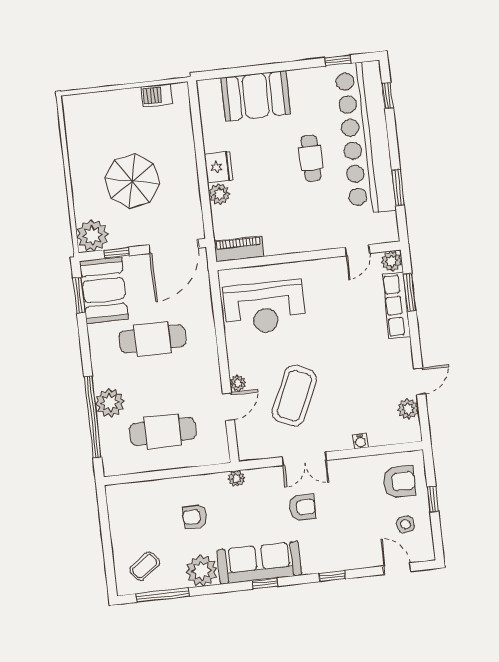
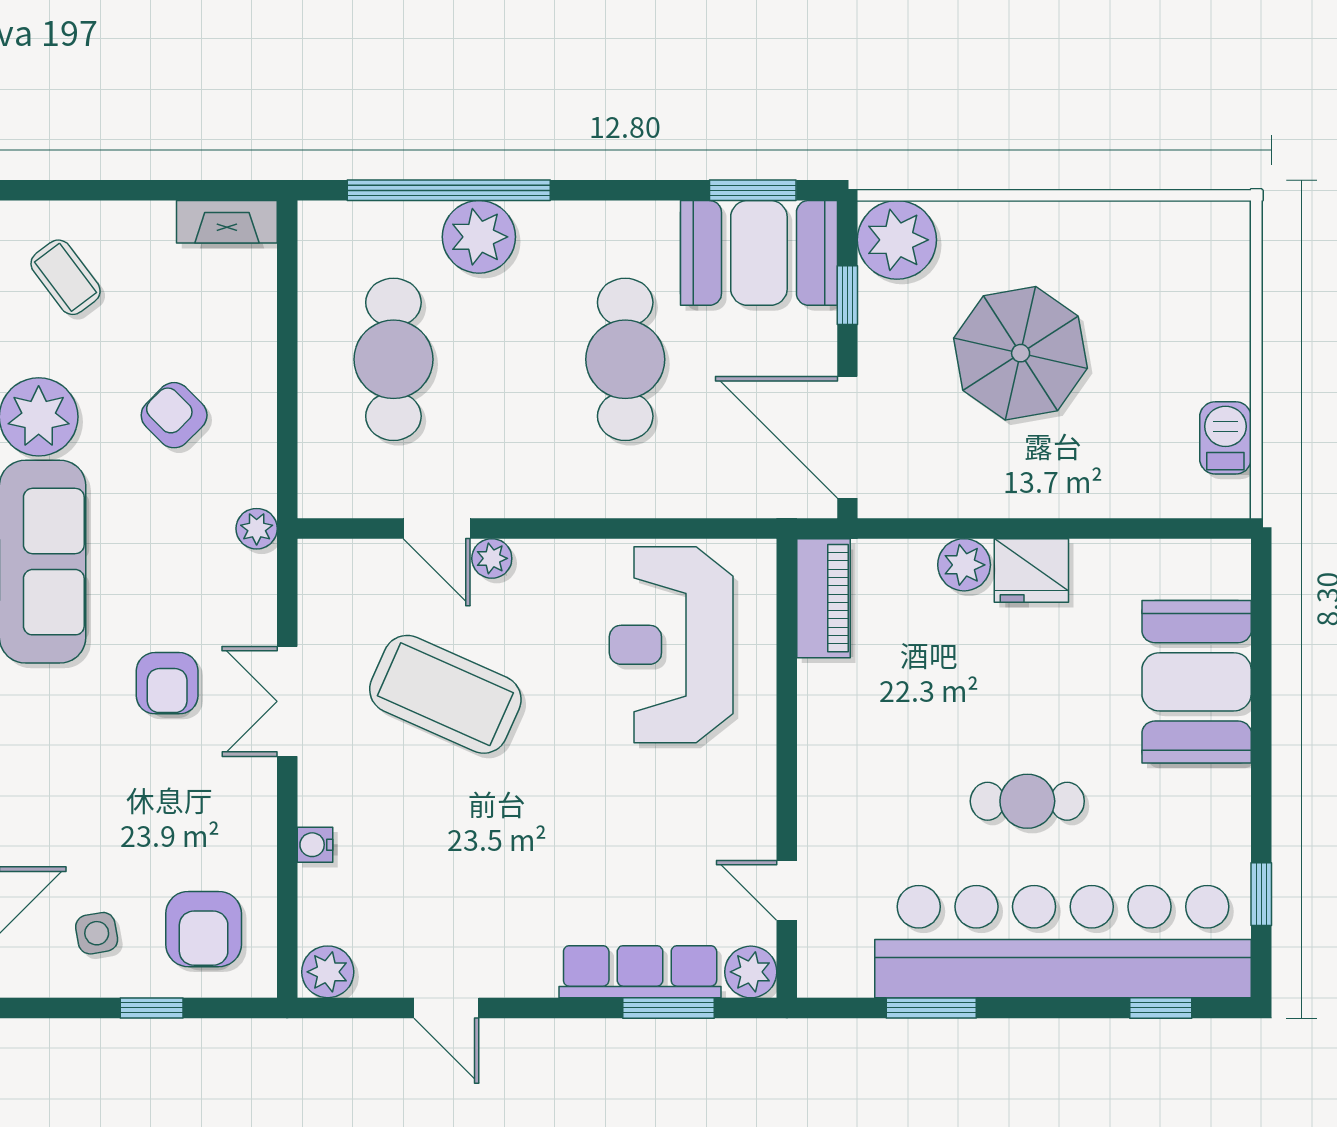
plant: (408, 409) -> (328, 972), moved
fireplace: (115, 504) -> (227, 222), added
armchair: (195, 517) -> (174, 415), turned -45

